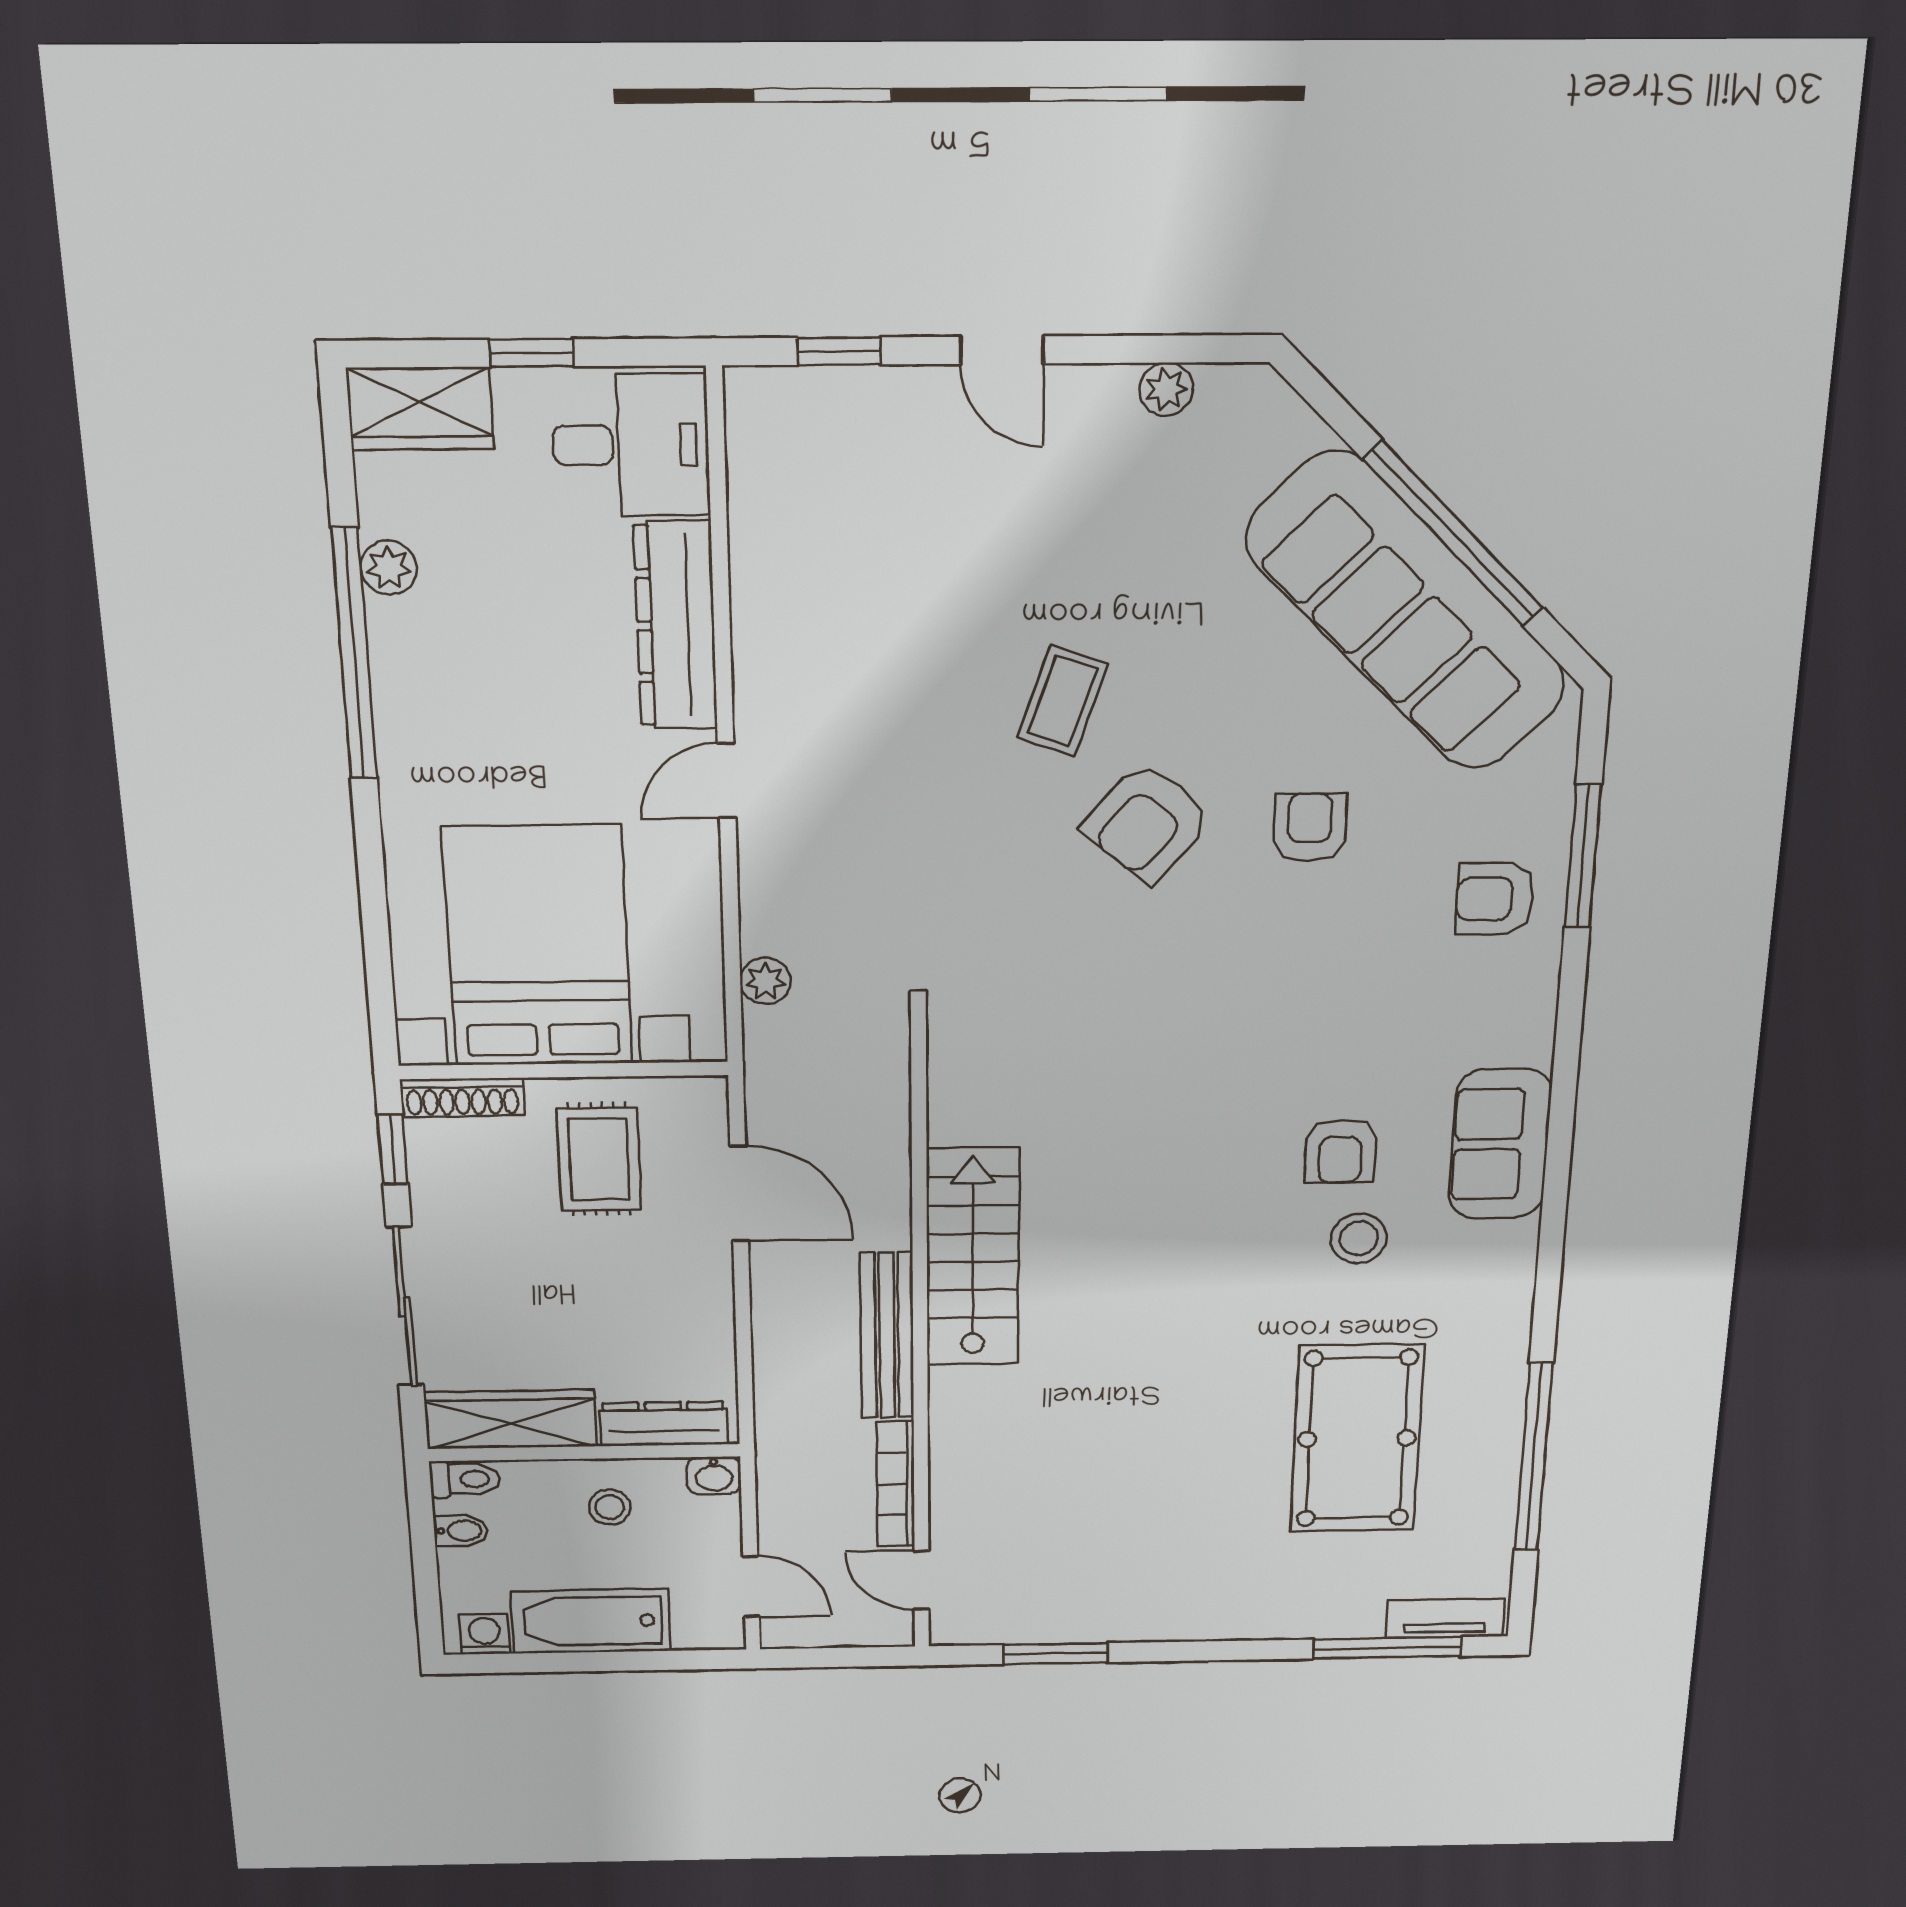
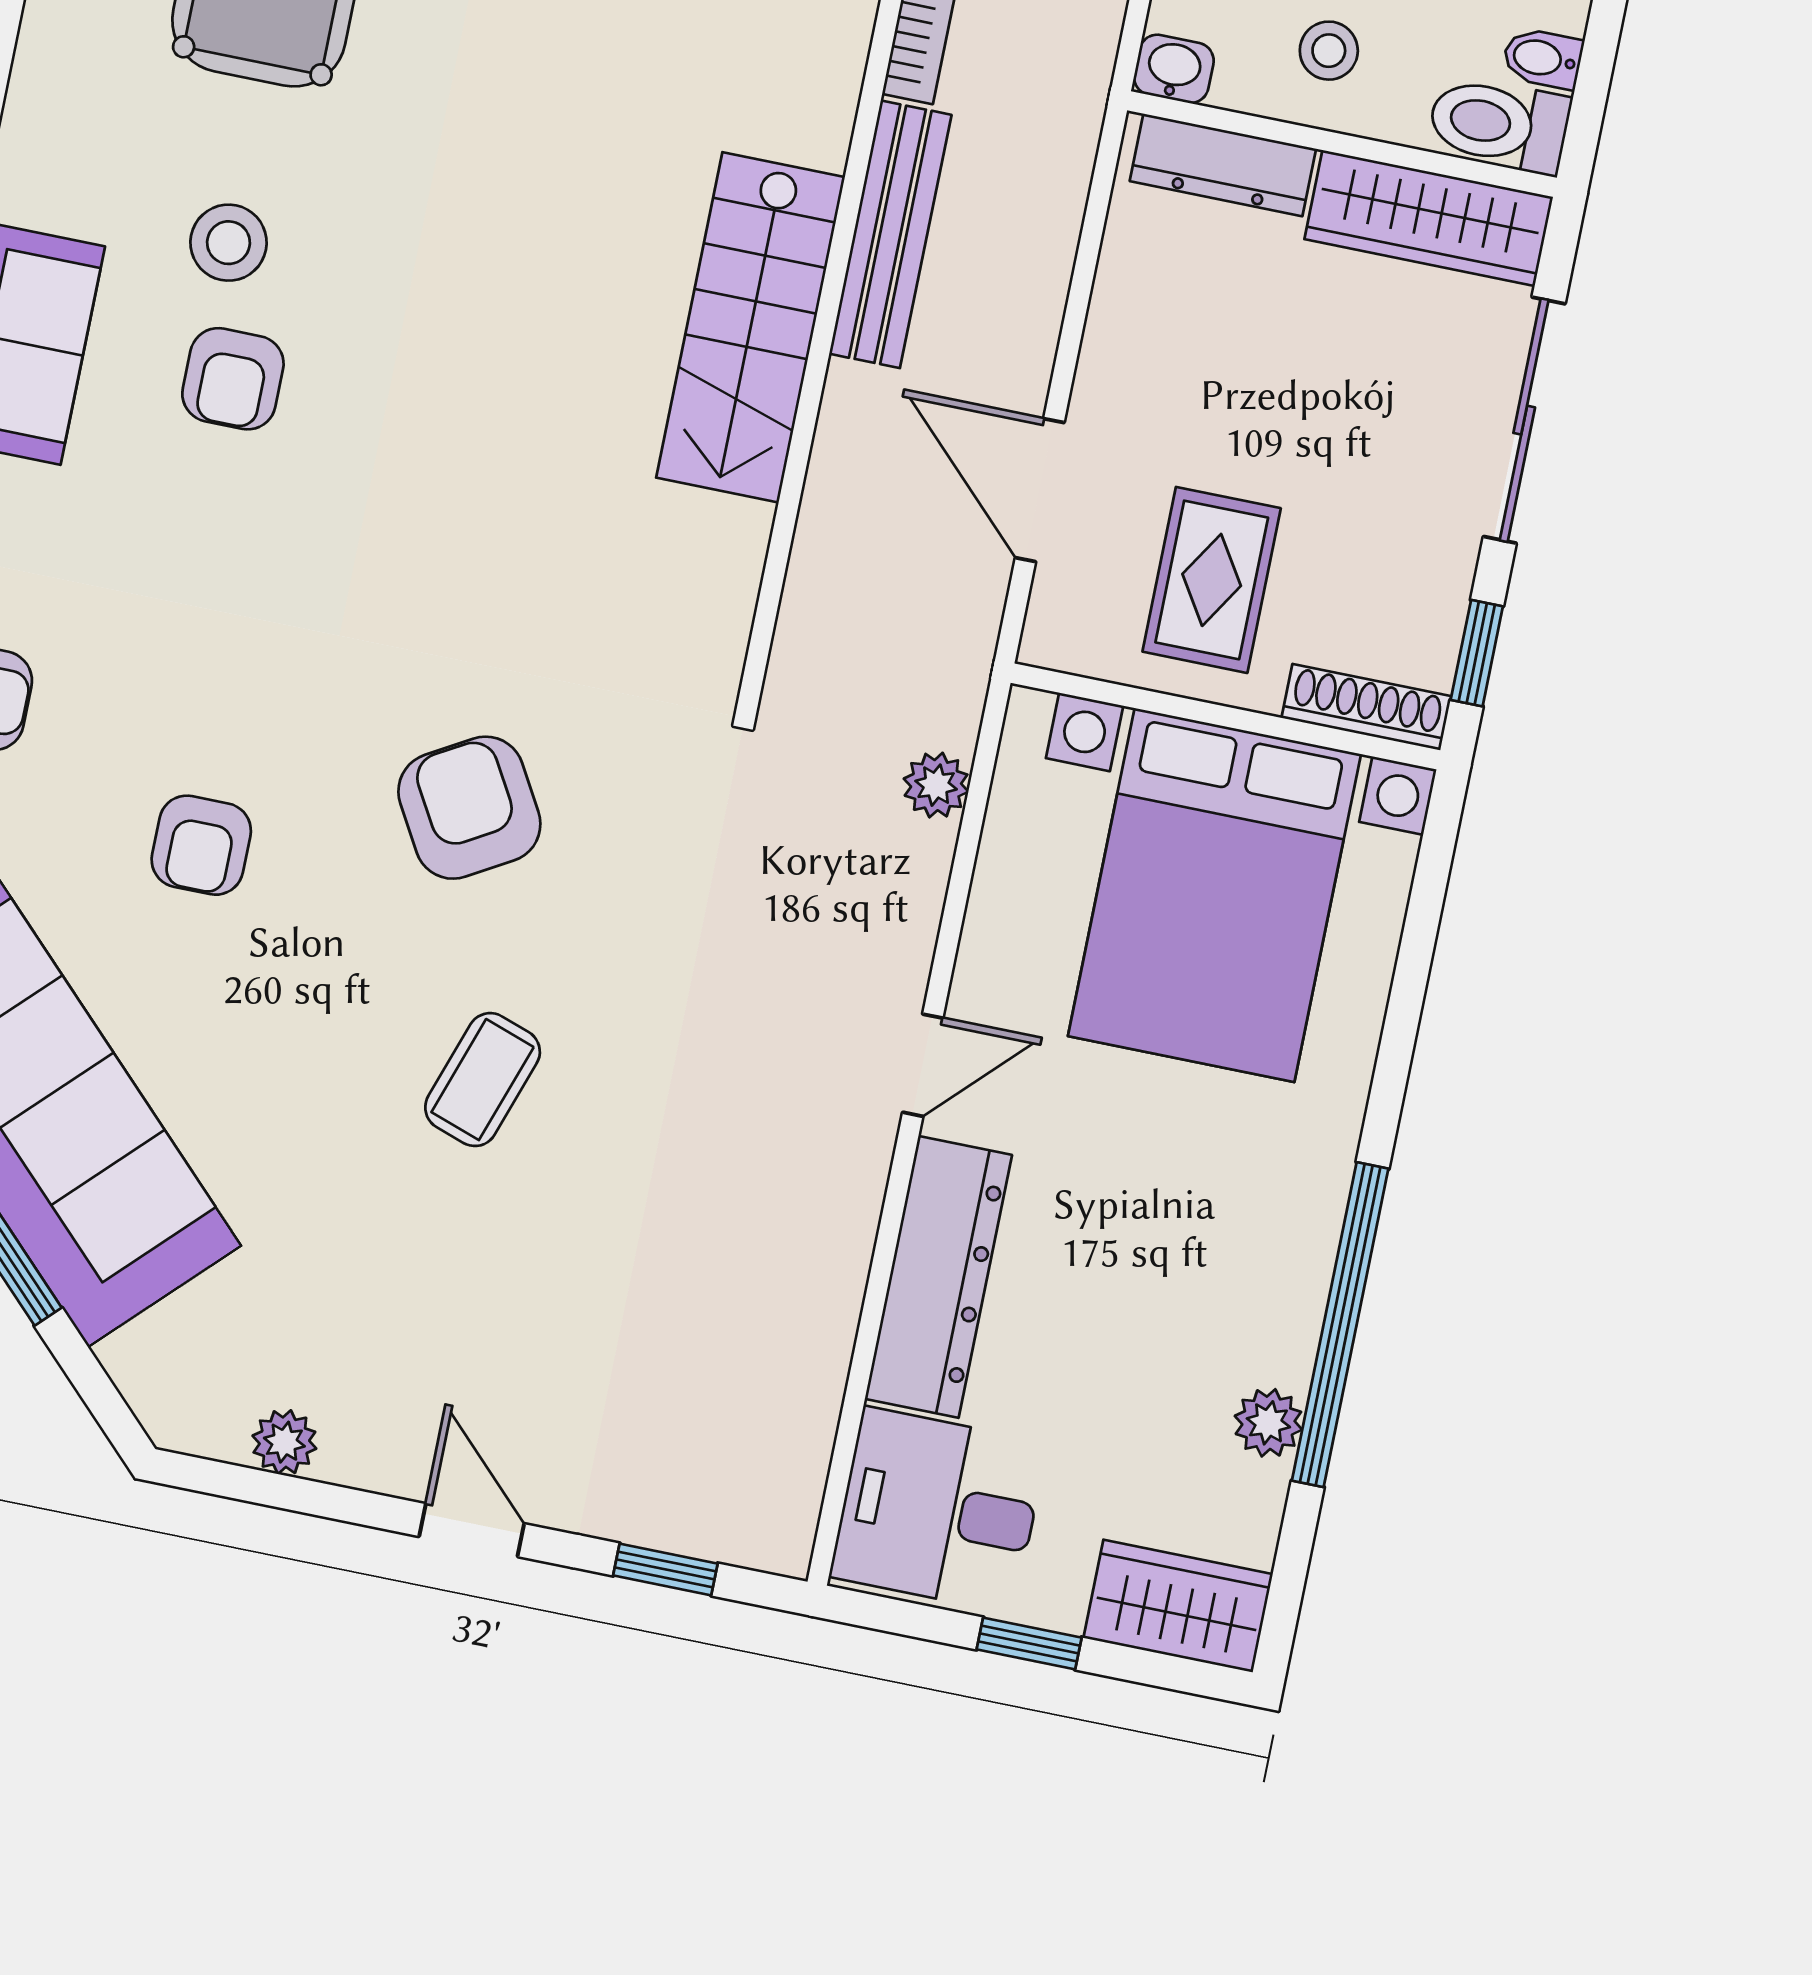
armchair: (1147, 822) -> (469, 808), moved, turned -70
armchair: (1340, 1151) -> (233, 379), turned 180
toilet: (465, 1479) -> (1499, 124), width x1.37, depth x1.39

